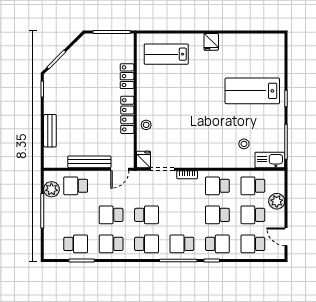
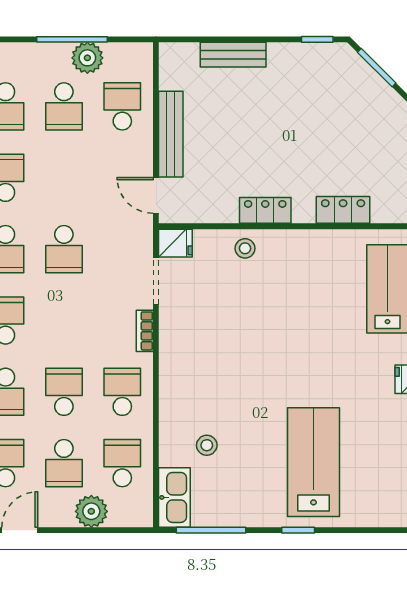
locker: (127, 115) -> (265, 210), width x0.66
plant: (51, 189) -> (87, 58), moved
school desk: (111, 215) -> (64, 106), moved, turned 180
school desk: (253, 215) -> (64, 463), turned 180

